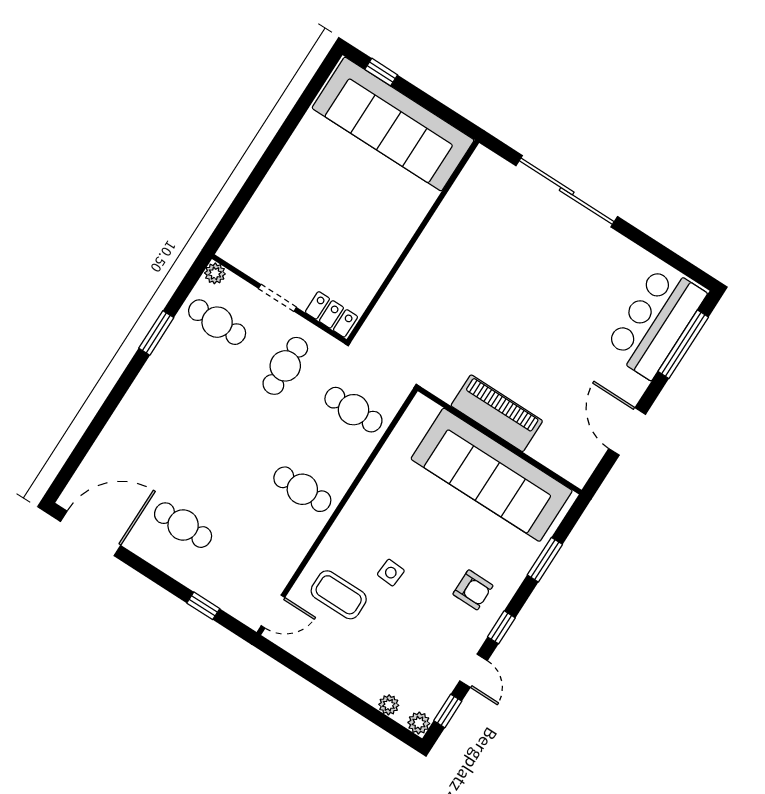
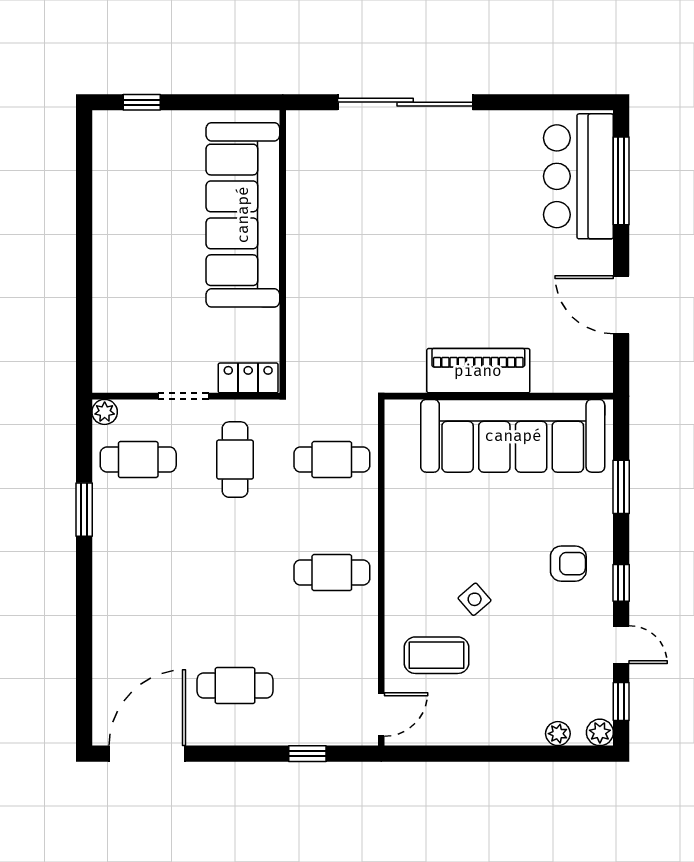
sofa: (393, 124) -> (243, 215), moved, turned 90
side table: (391, 573) -> (475, 599), turned 45

